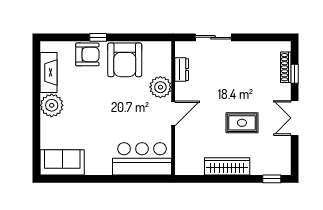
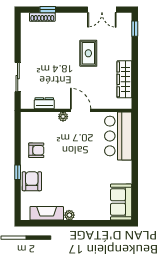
armchair: (125, 60) -> (36, 150), width x0.53, depth x0.53
plant: (160, 87) -> (63, 117), width x0.53, depth x0.53
plant: (52, 105) -> (69, 215), width x0.53, depth x0.53
double door: (295, 118) -> (102, 10), moved
wardrobe: (227, 166) -> (124, 79), moved

